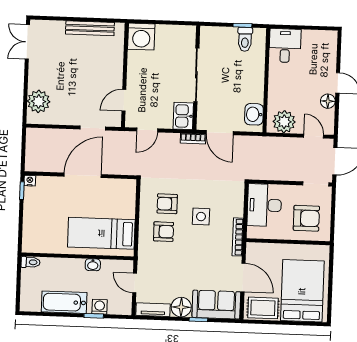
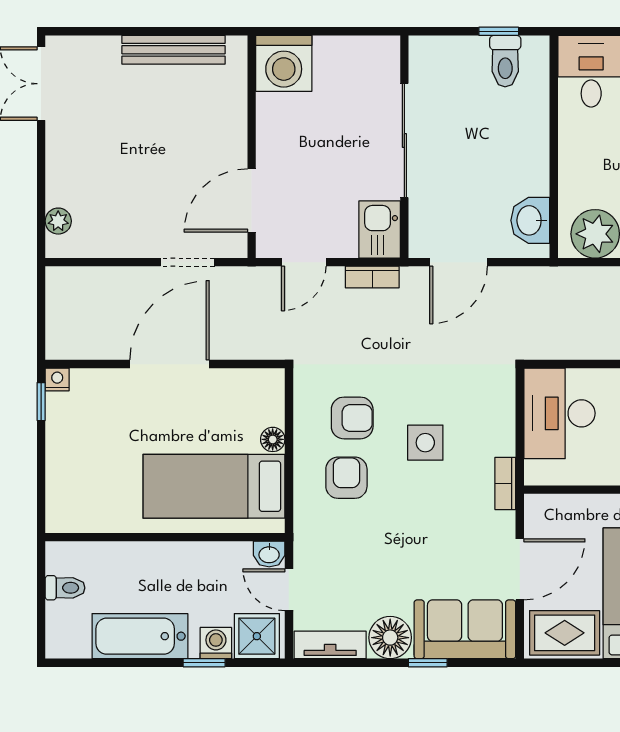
door: (124, 100) -> (252, 200), width x1.38
plant: (39, 101) -> (58, 221), width x0.53, depth x0.53
door: (220, 133) -> (459, 262), hinge flipped
bookcase: (193, 139) -> (372, 277), moved
armchair: (167, 204) -> (352, 418), turned 180
floor lamp: (130, 212) -> (273, 439), added
armchair: (164, 232) -> (346, 478), turned -90
bookcase: (238, 237) -> (505, 483), width x0.64
toilet: (30, 262) -> (65, 588), moved
washbasin: (93, 265) -> (269, 554), moved
door: (243, 277) -> (520, 569), hinge flipped
shower: (119, 304) -> (257, 636), added

